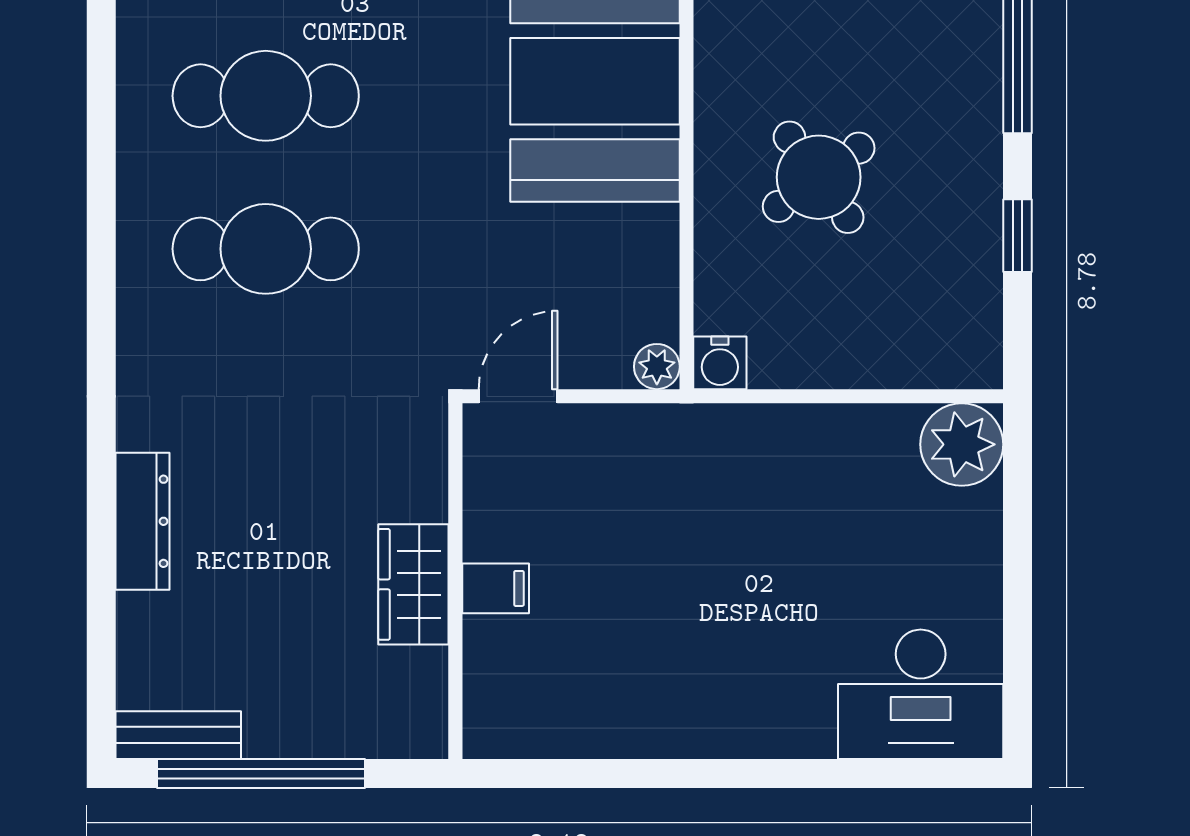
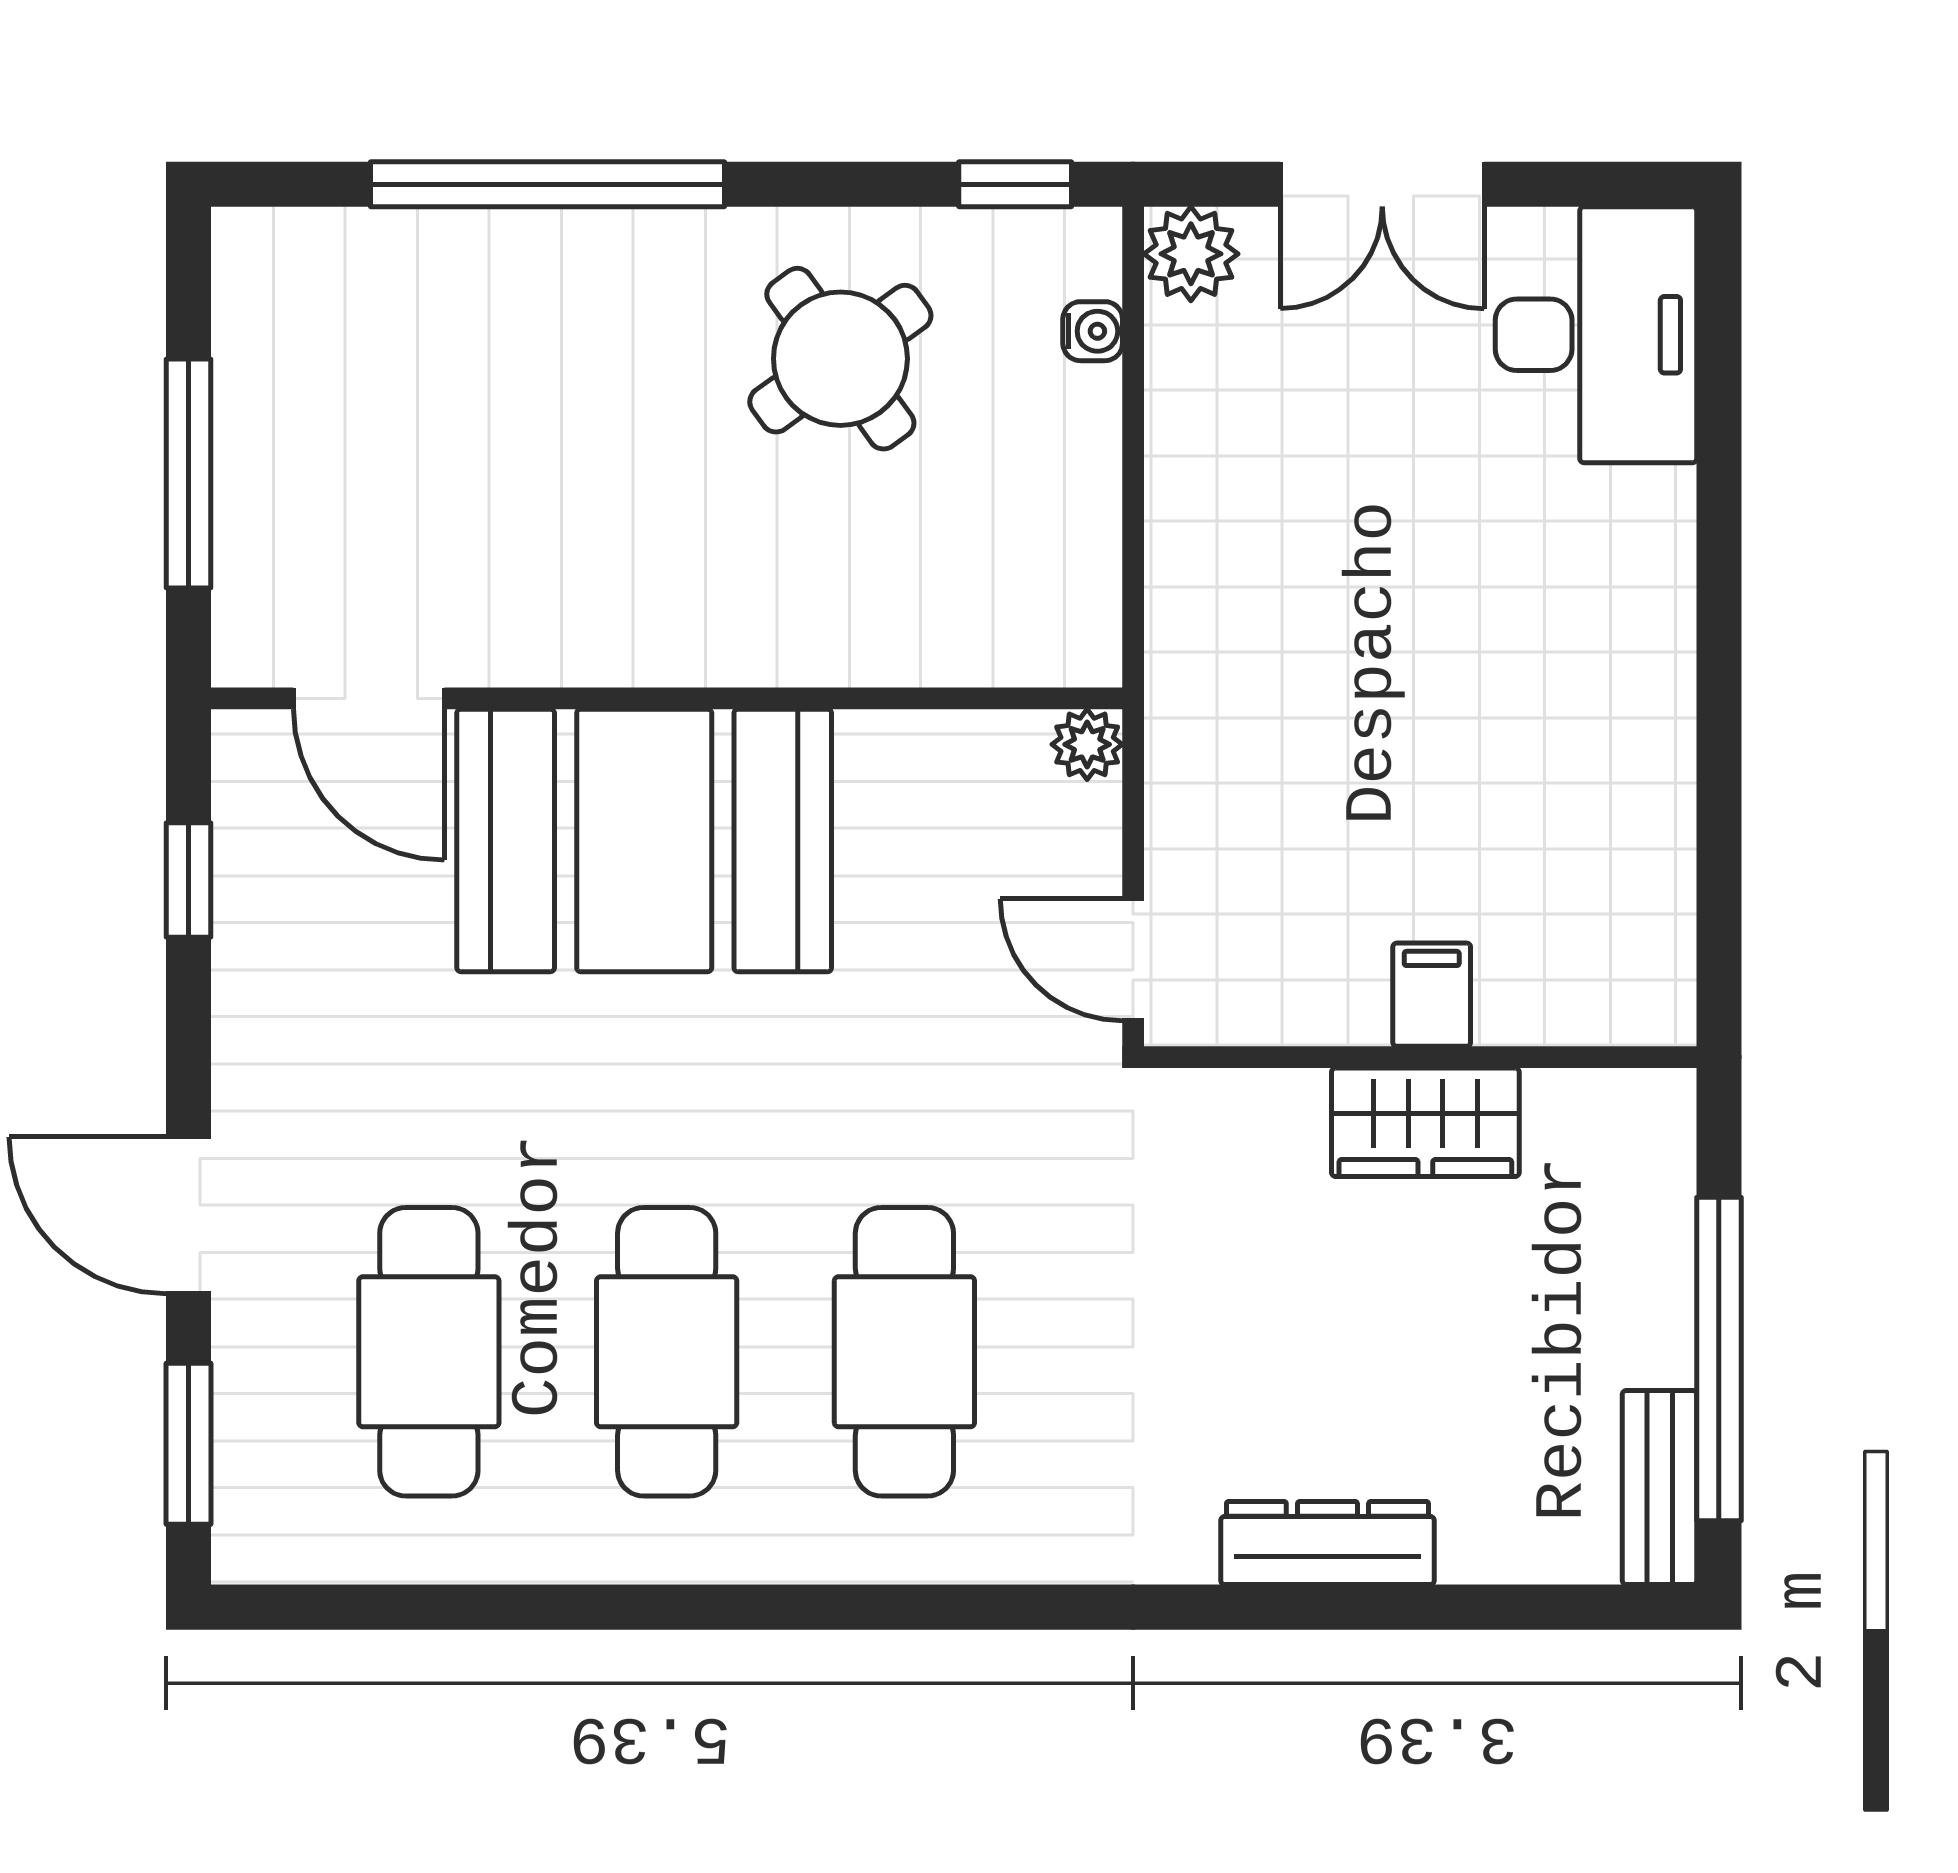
round table: (819, 177) -> (840, 359), moved
window: (1018, 236) -> (1015, 184), moved
water cooler: (720, 363) -> (1093, 331), moved, width x0.72, depth x0.72
plant: (962, 444) -> (1191, 254), width x0.73, depth x0.73
double door: (1018, 557) -> (1382, 184), added

